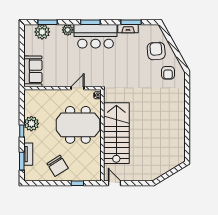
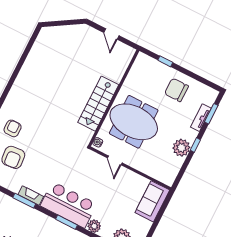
door: (77, 88) -> (115, 160), hinge flipped
stairs: (116, 133) -> (98, 104), width x0.73, depth x0.66
chair: (58, 166) -> (176, 90), turned -58
door: (115, 183) -> (111, 34), moved

